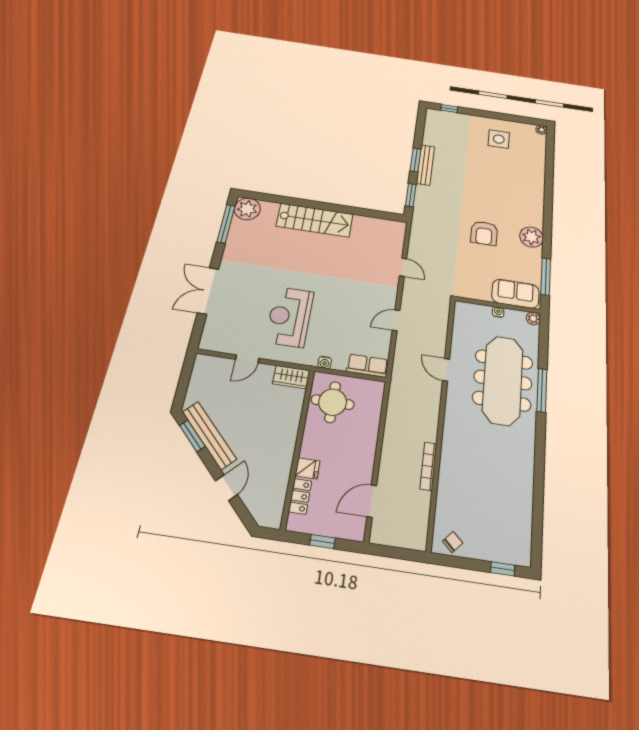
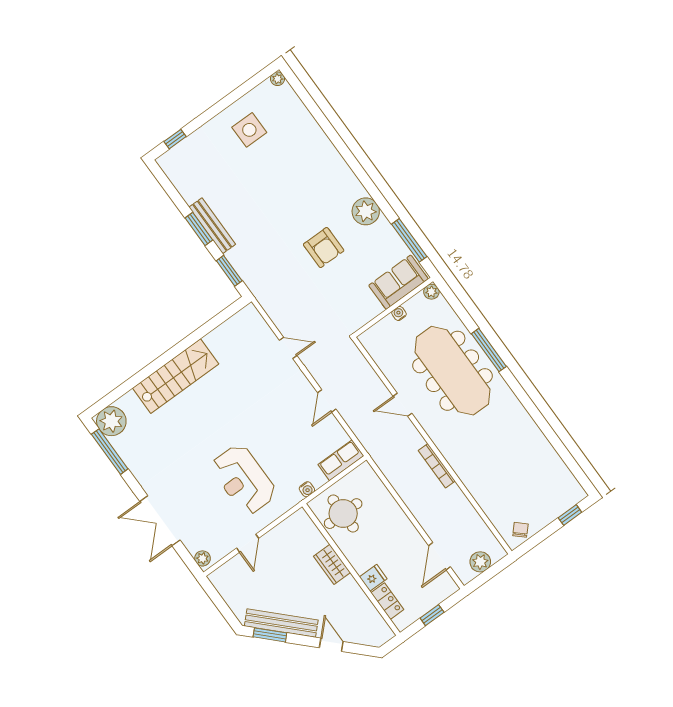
plant: (207, 340) -> (202, 558), added
wardrobe: (291, 377) -> (332, 564), moved, turned 90
bookcase: (428, 466) -> (437, 466), moved
plant: (399, 536) -> (480, 562), added

